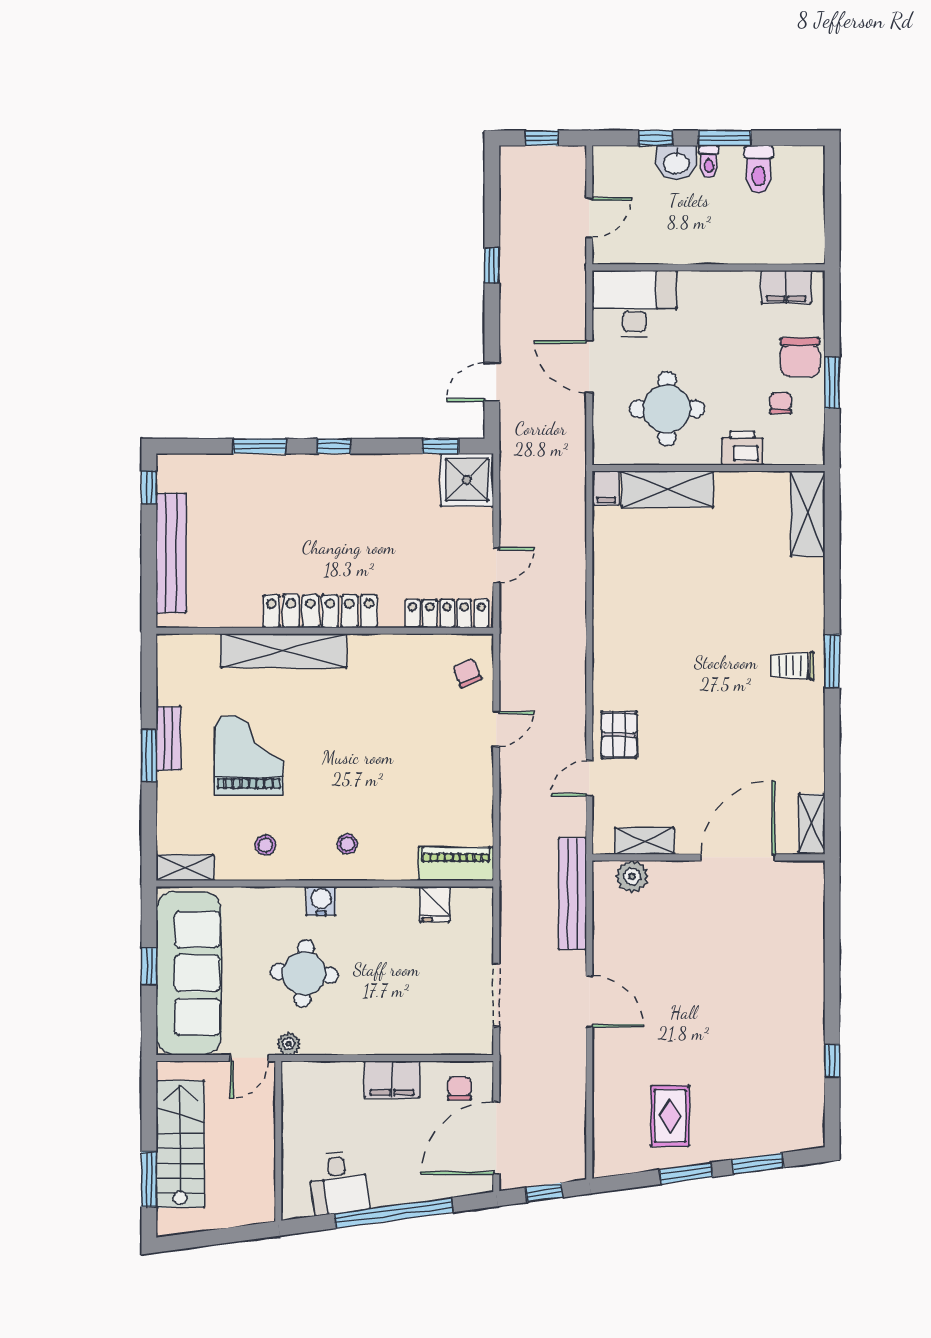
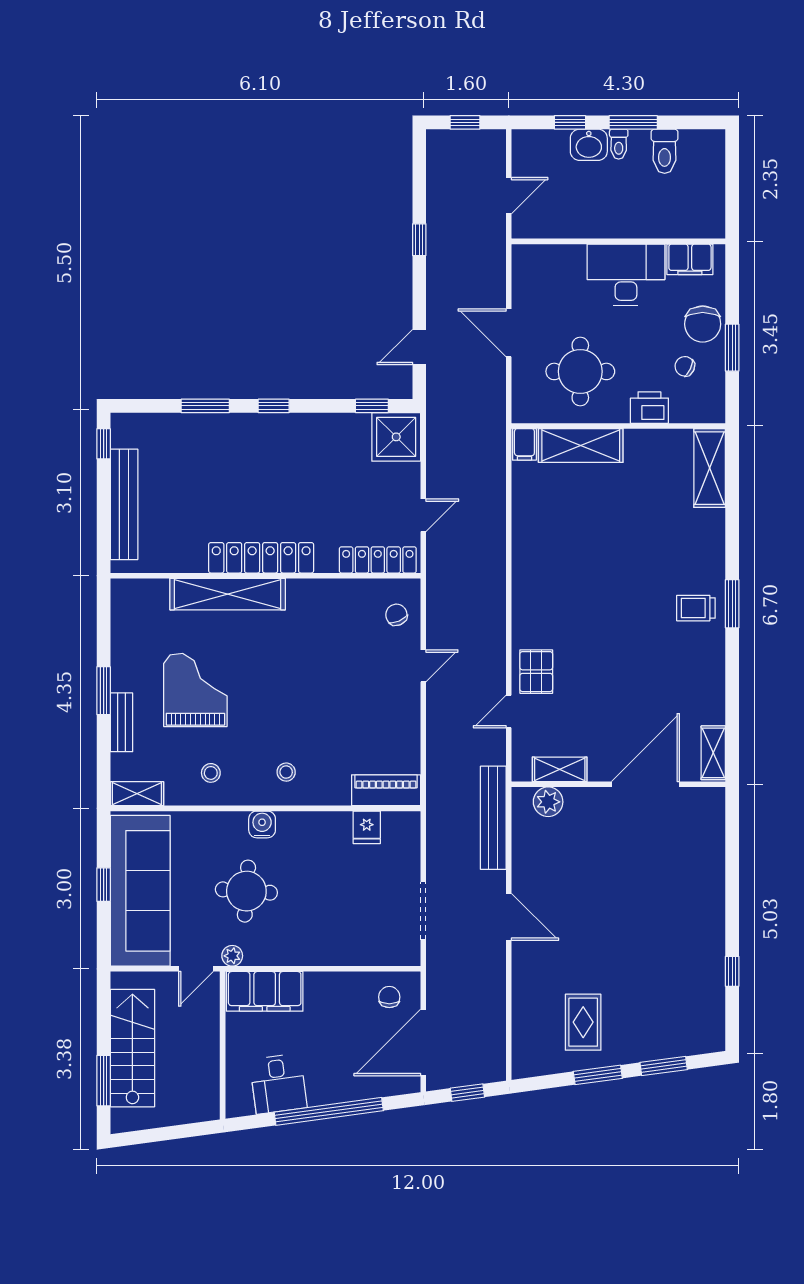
desk: (634, 303) -> (626, 275), moved
chair: (781, 403) -> (685, 366), turned -65
bench: (168, 738) -> (122, 722), moved
filing cabinet: (392, 1079) -> (265, 991), moved, width x1.50, depth x1.17

